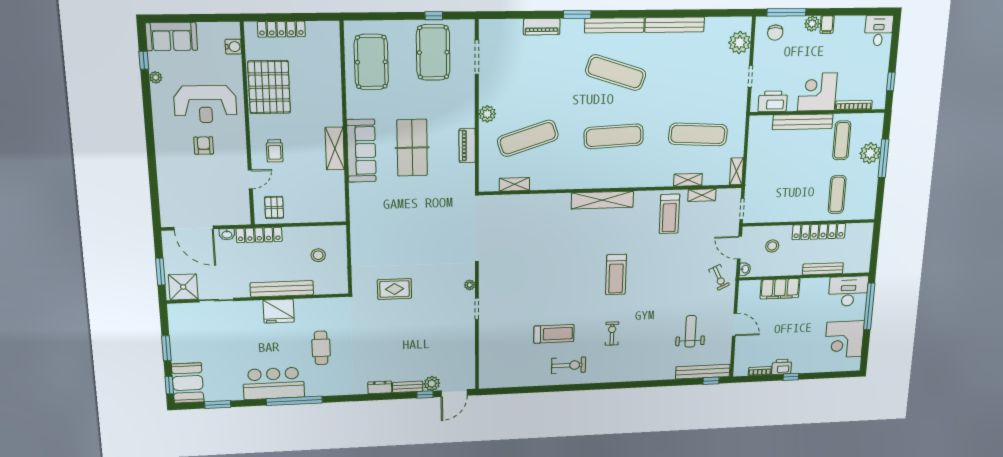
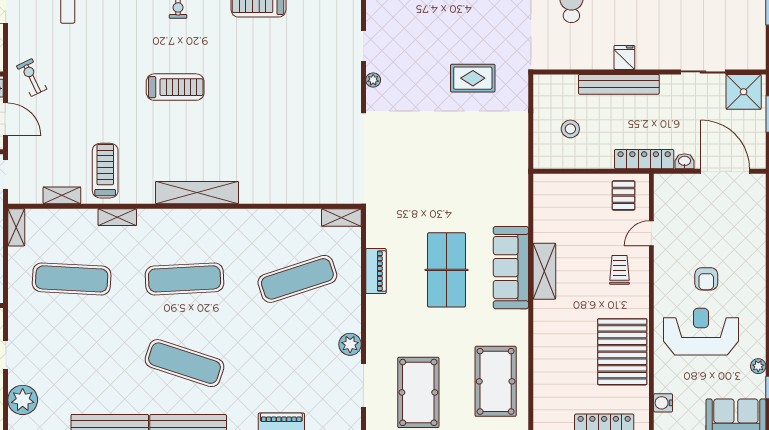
plant: (487, 114) -> (350, 344), moved
shelving: (688, 180) -> (117, 217), moved
shelving: (514, 184) -> (341, 217), moved
treadmill: (616, 275) -> (175, 87), turned 90
fridge: (279, 311) -> (624, 57), width x0.53, depth x0.75

